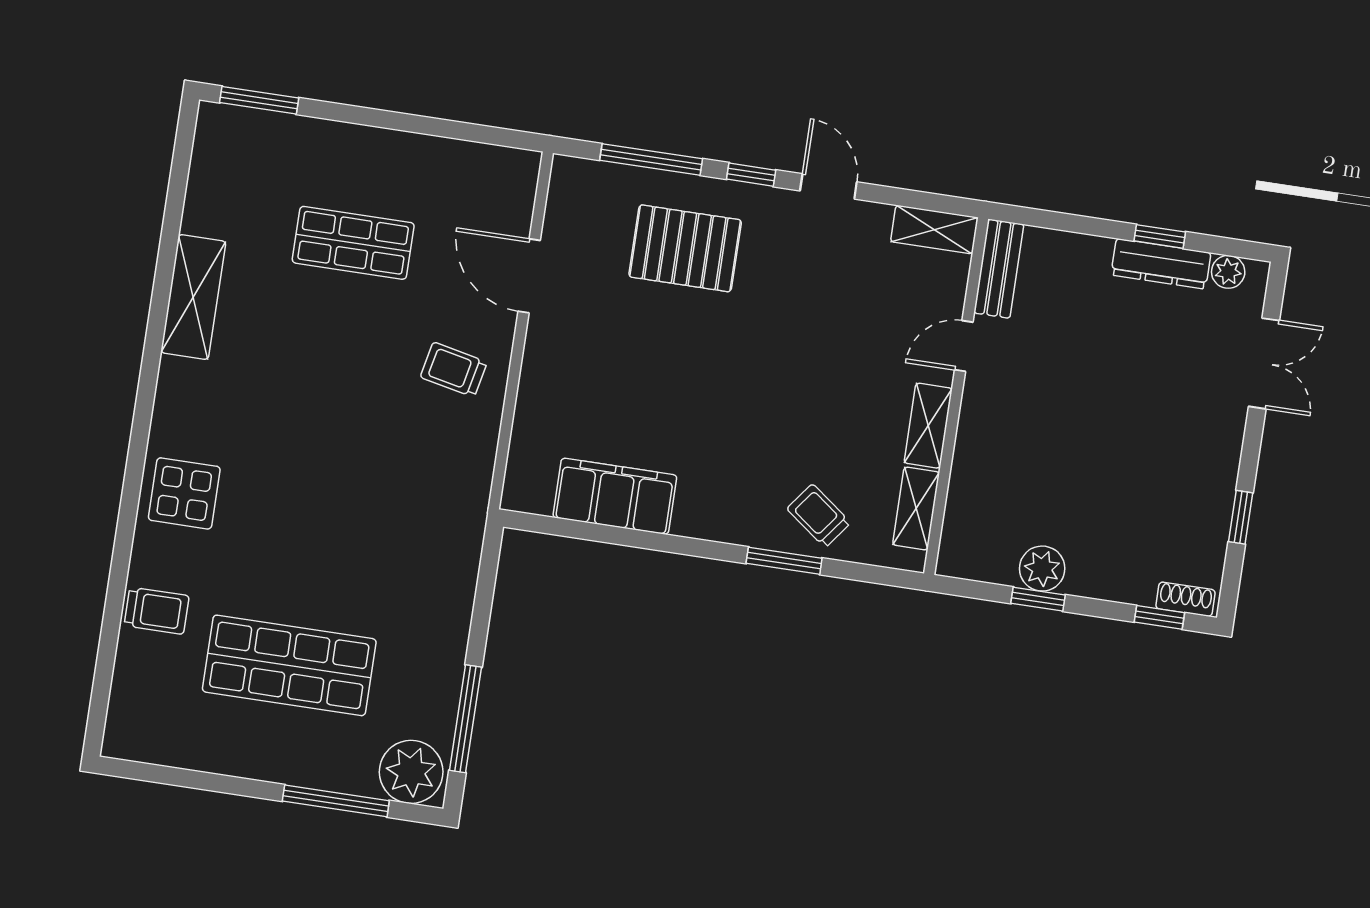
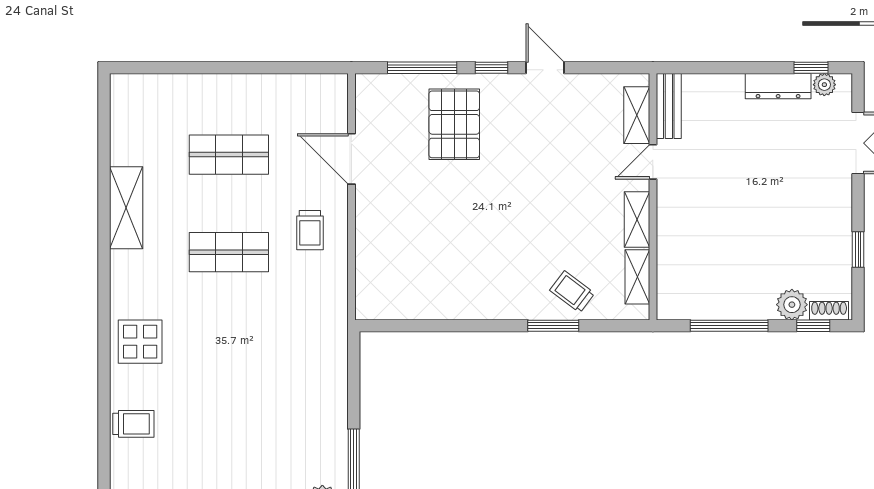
window: (259, 100) -> (151, 68), removed
shelving: (934, 230) -> (637, 115), moved, turned 90
window: (1160, 236) -> (811, 68), moved
pallet: (685, 248) -> (454, 124), turned 90
trolley: (454, 370) -> (310, 230), turned -102
filing cabinet: (615, 496) -> (432, 299), removed
plant: (1042, 569) -> (792, 305), moved
window: (1038, 599) -> (729, 326), width x2.17
shop shelf: (289, 665) -> (229, 252), moved, width x0.70, depth x0.74

